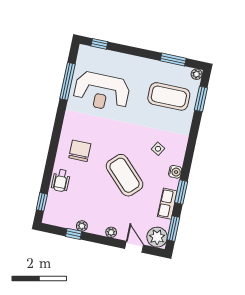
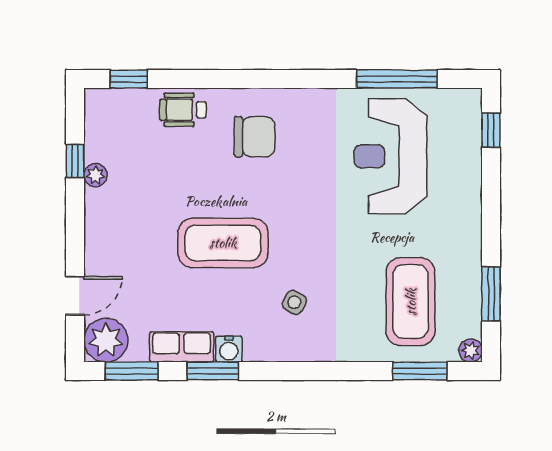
water cooler: (175, 172) -> (229, 349), moved
coffee table: (125, 175) -> (223, 243), turned 45
plant: (111, 232) -> (95, 240), removed

